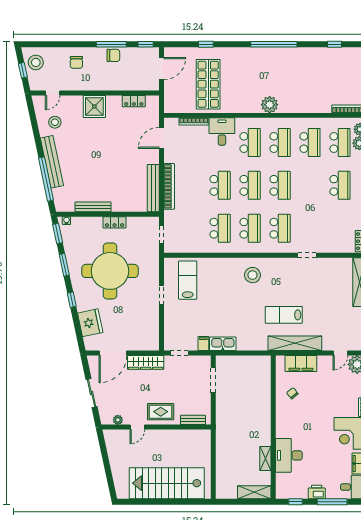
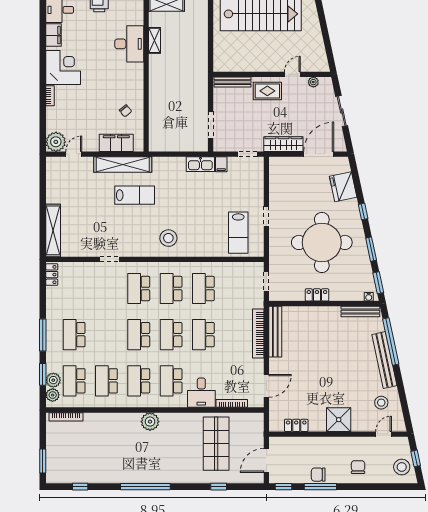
bench: (93, 207) -> (360, 312), moved
bench: (193, 420) -> (232, 82), width x1.36

